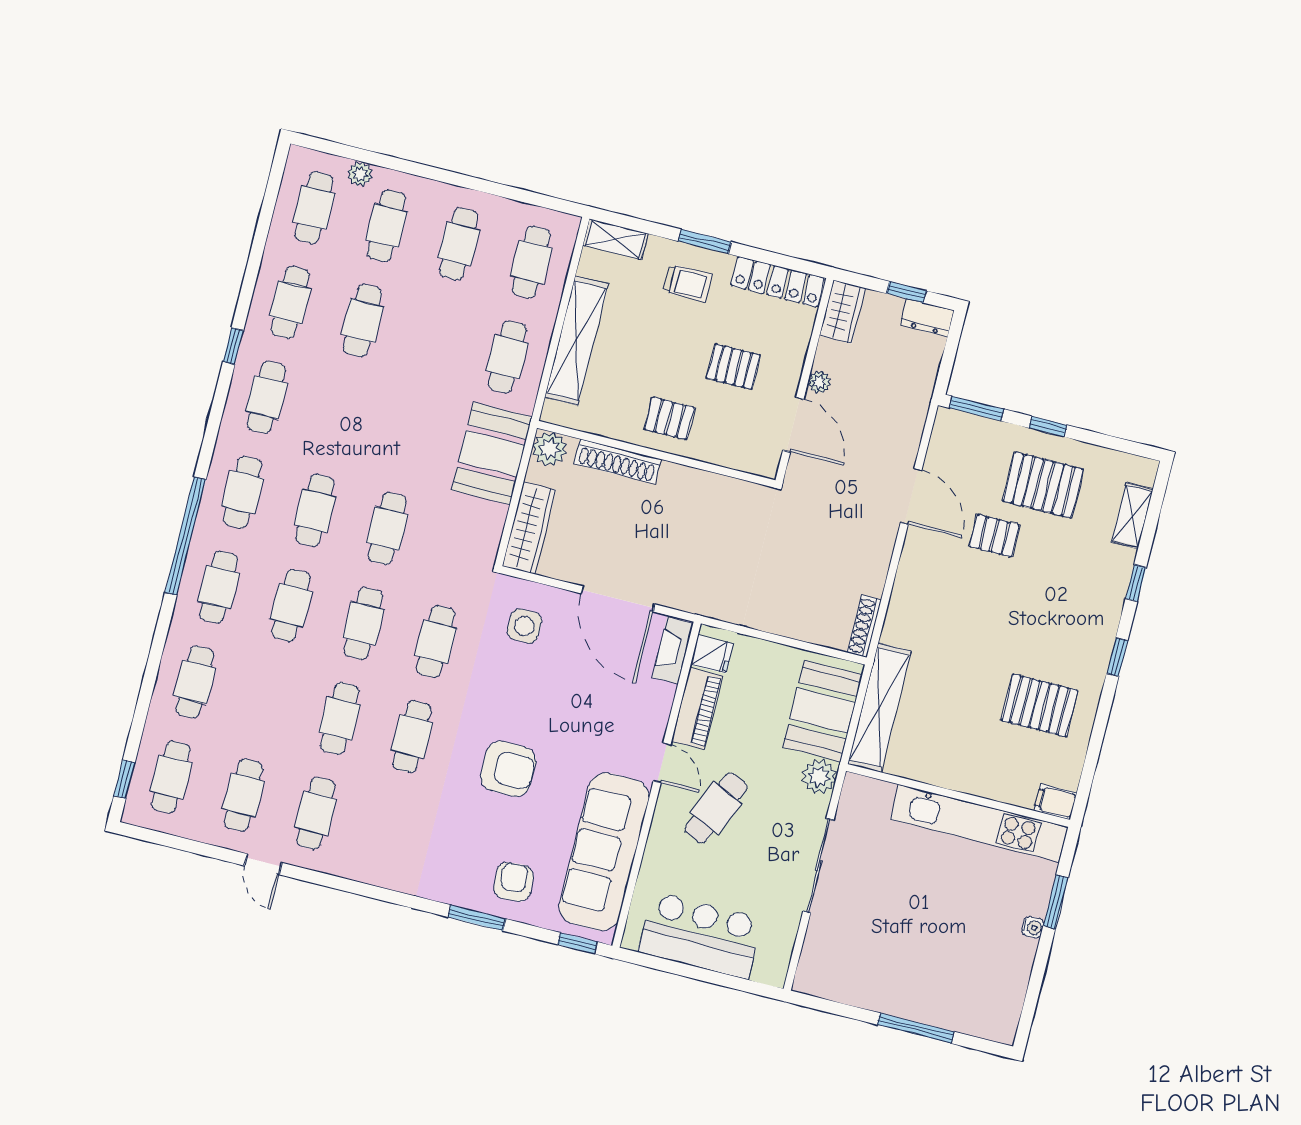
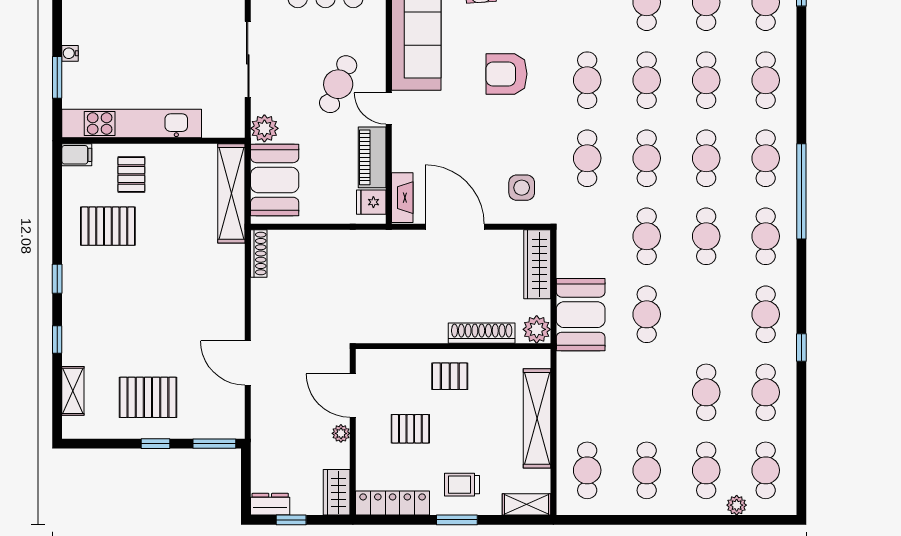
cafe table: (507, 357) -> (647, 314), moved
pallet: (994, 536) -> (131, 174), moved, turned 90
cafe table: (267, 700) -> (706, 80), added

